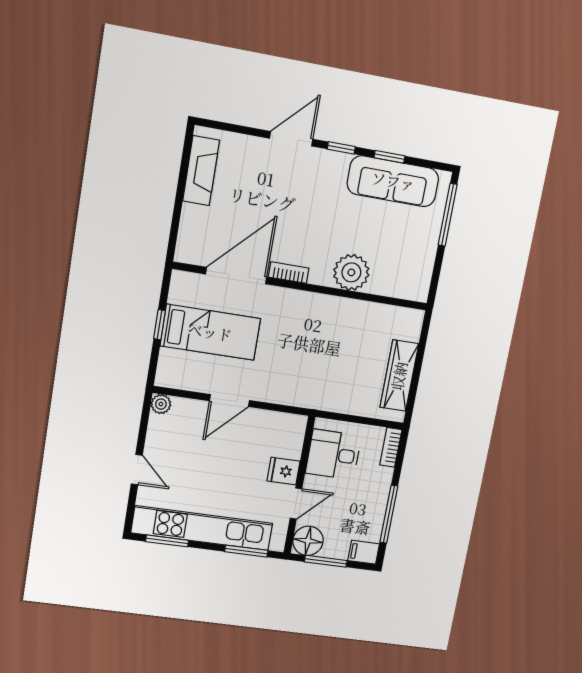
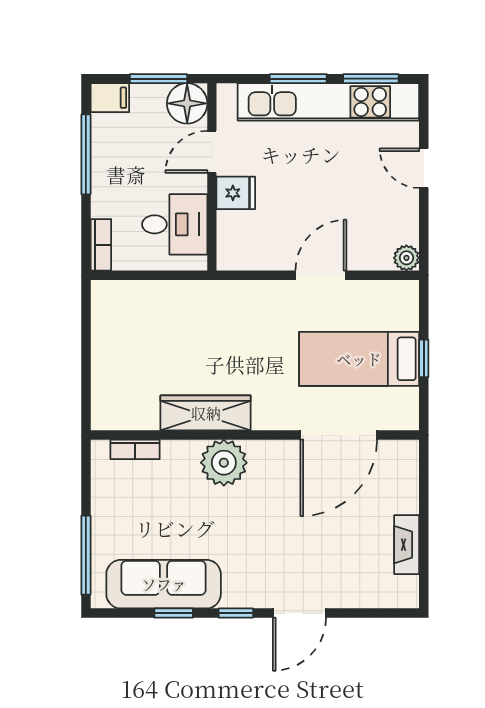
fireplace: (201, 171) -> (407, 545), width x0.73, depth x0.76
plant: (351, 272) -> (224, 463), moved
bookcase: (289, 273) -> (135, 449), moved
wardrobe: (399, 376) -> (206, 413), moved, turned -90
window: (246, 551) -> (298, 79), moved

